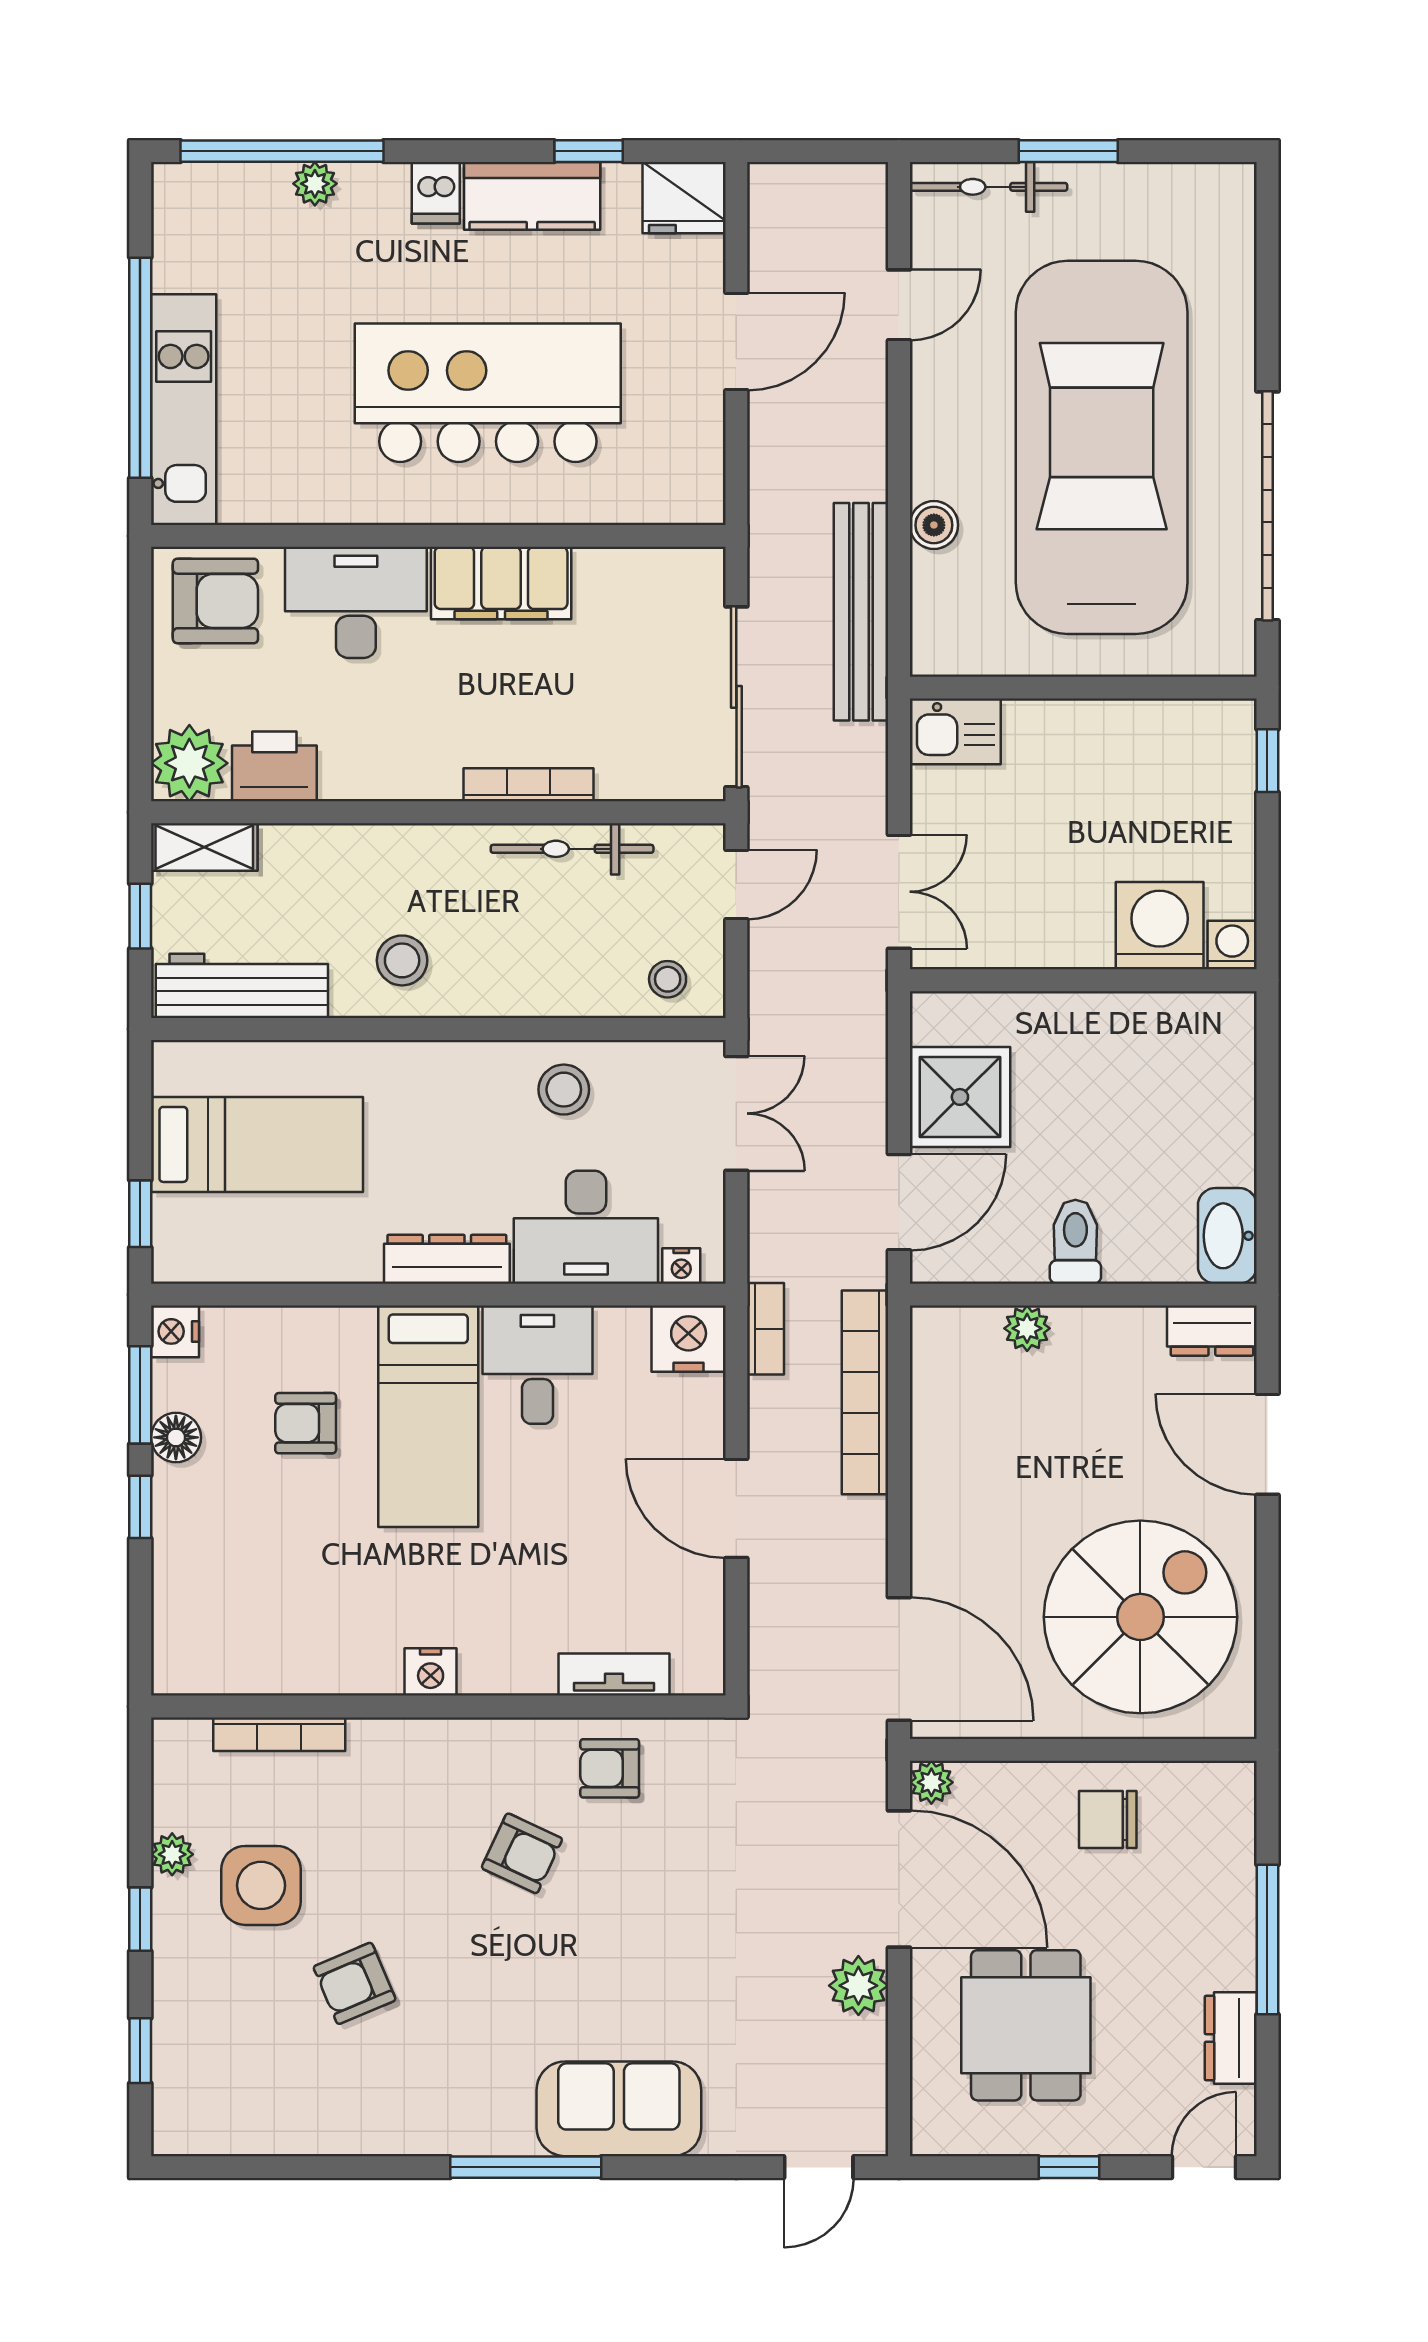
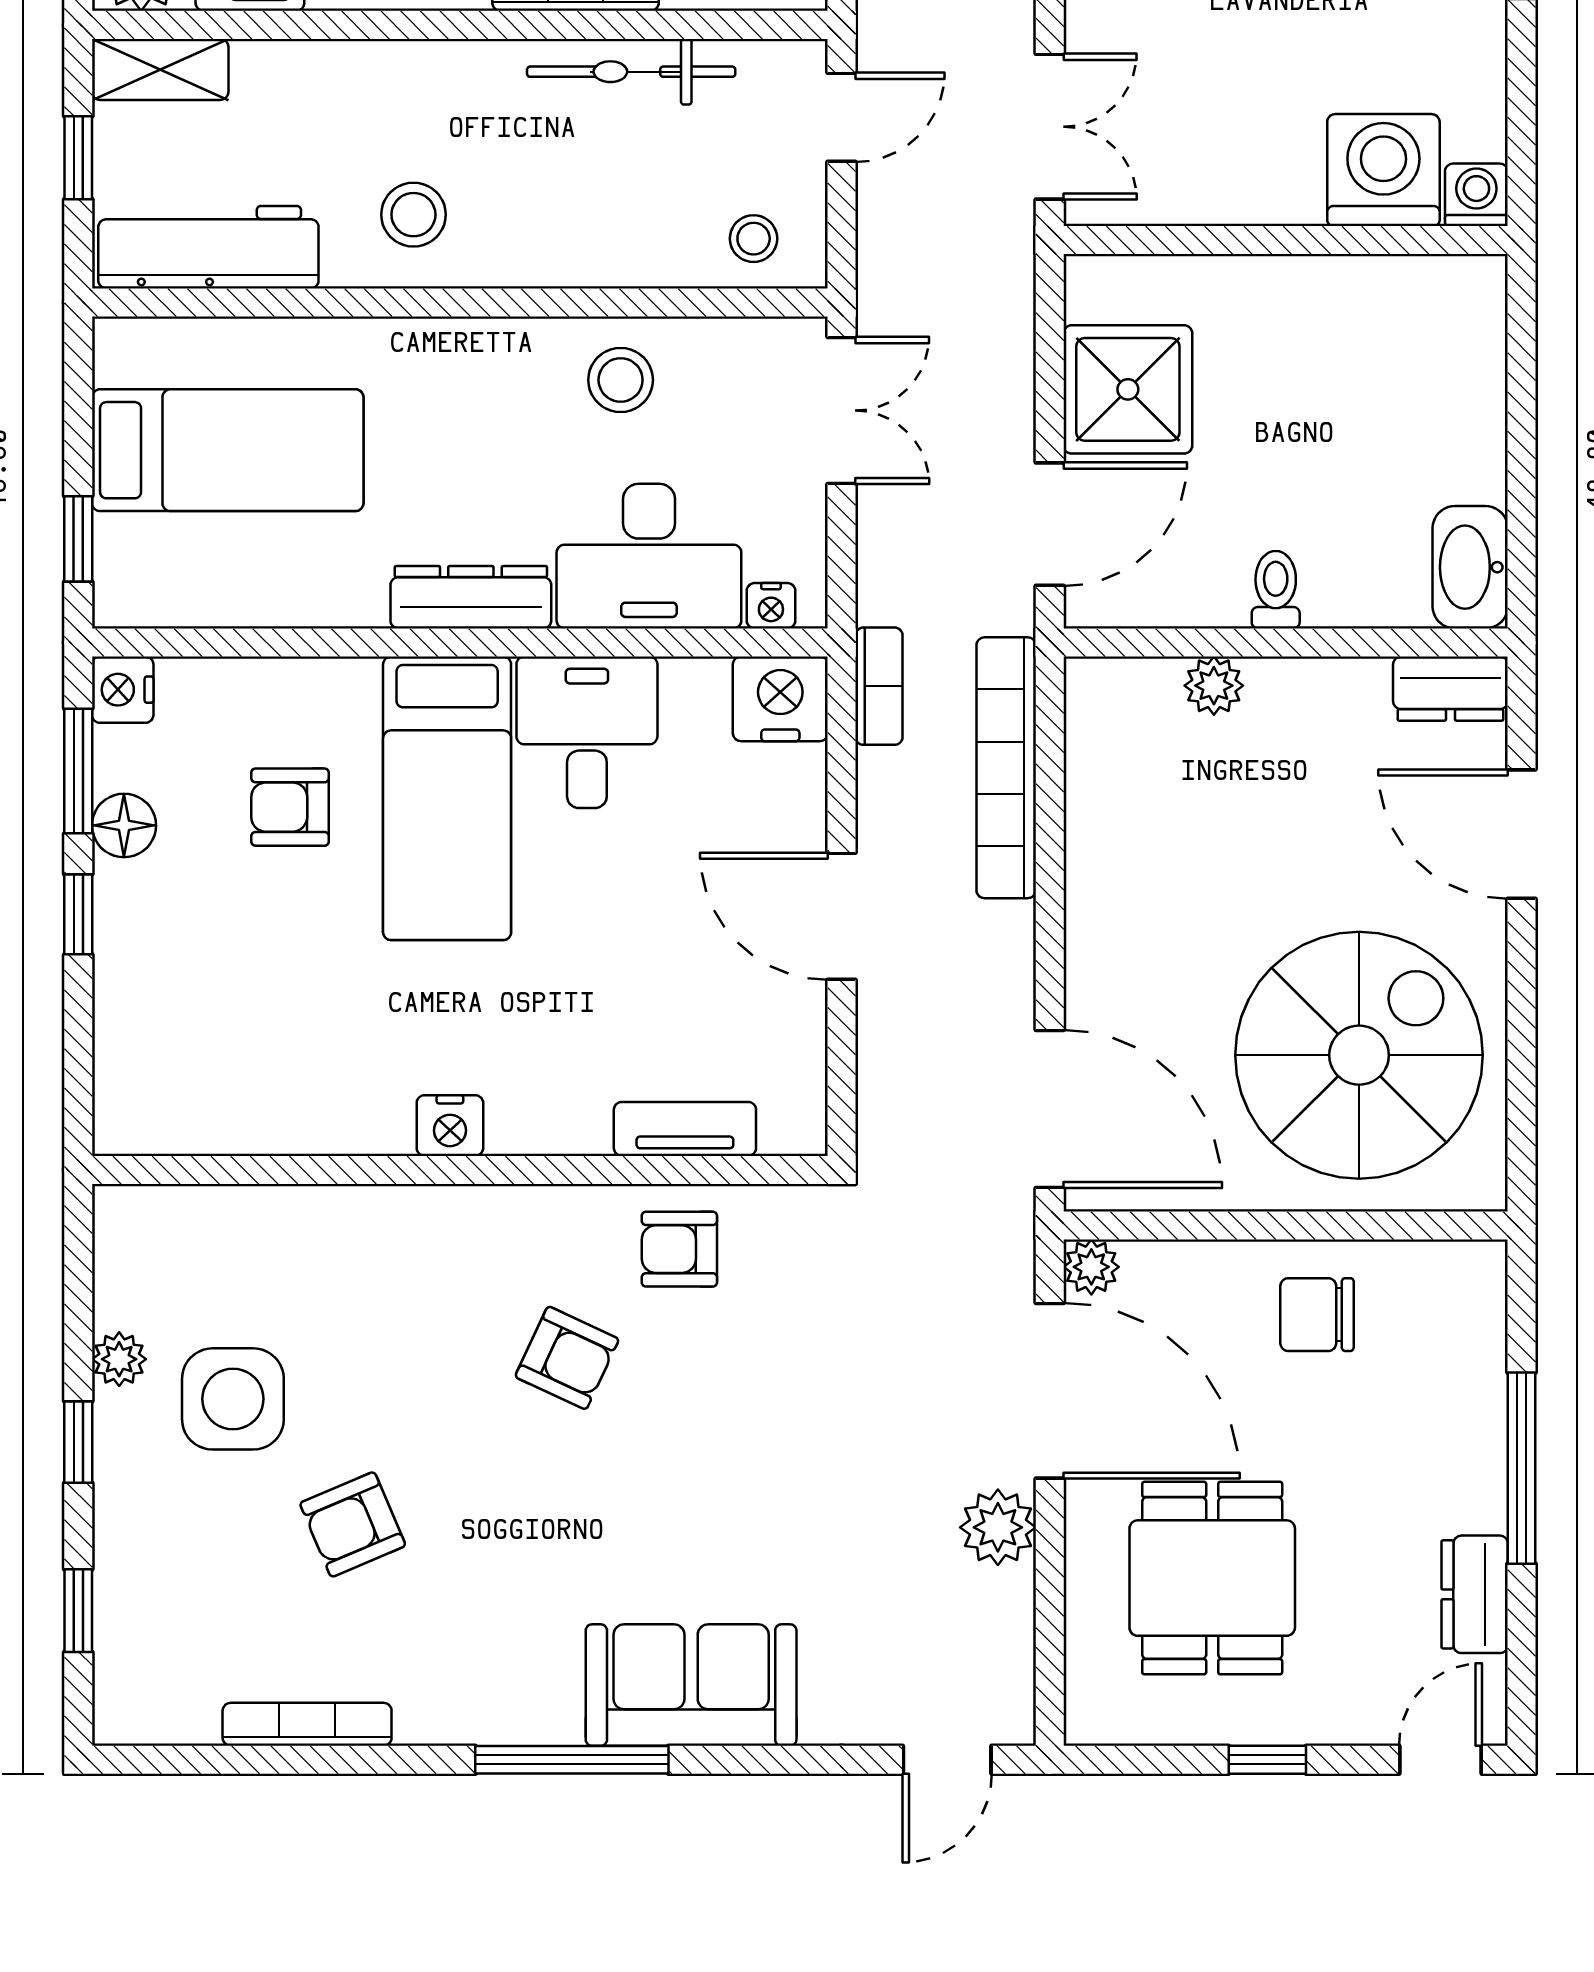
toilet: (1075, 1242) -> (1276, 590), width x0.73, depth x0.72
bookcase: (279, 1734) -> (307, 1724), moved, turned 180

